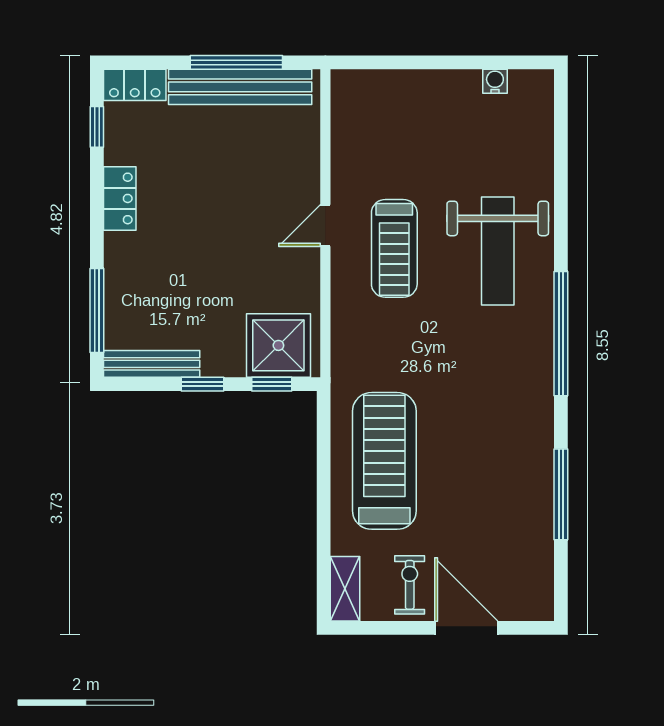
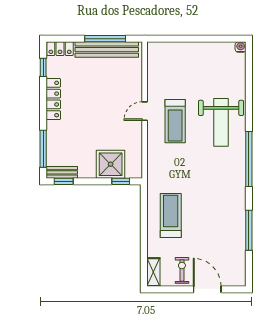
water cooler: (495, 81) -> (241, 47), moved
locker: (120, 198) -> (53, 99), width x1.53
shower: (278, 345) -> (111, 164), moved
bench: (152, 364) -> (62, 172), width x0.73
window: (203, 384) -> (64, 181), moved
treadmill: (384, 461) -> (171, 215), width x0.73, depth x0.73

